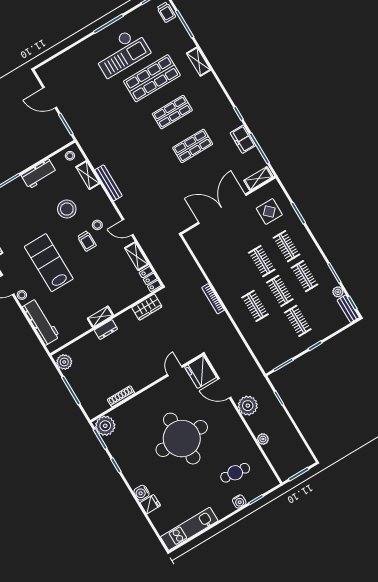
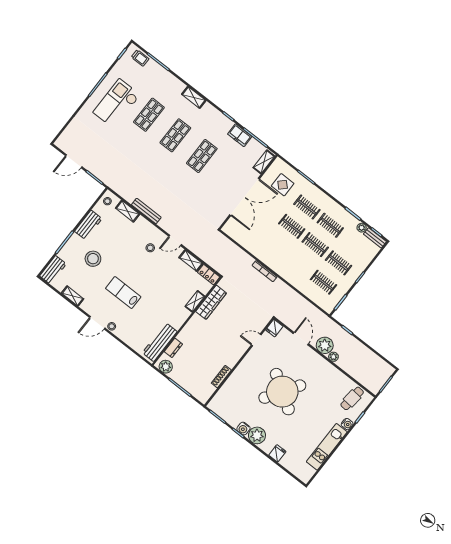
checkout: (121, 52) -> (117, 104), turned 180
shelving: (199, 62) -> (194, 97), moved
shop shelf: (152, 78) -> (149, 115), width x0.70, depth x0.74
stool: (67, 209) -> (93, 259), moved
double door: (222, 209) -> (244, 197), swing flipped
trolley: (87, 241) -> (147, 264), removed
lab bench: (49, 263) -> (123, 293), width x0.73, depth x0.72
clothes rail: (255, 306) -> (323, 282), moved
wardrobe: (147, 307) -> (211, 302), width x1.50
shelving: (100, 317) -> (195, 301), moved
workbench: (41, 322) -> (160, 342), moved, turned -90
dresser: (106, 330) -> (173, 348), moved
door: (175, 371) -> (256, 340), hinge flipped
fridge: (200, 372) -> (274, 328), width x0.53, depth x0.75
door: (224, 388) -> (301, 339), swing flipped
plant: (105, 426) -> (257, 435), moved
round table: (182, 439) -> (282, 392), turned 33
plant: (263, 439) -> (333, 357), moved
cafe table: (235, 473) -> (352, 398), moved
water cooler: (141, 493) -> (243, 429), moved
kitchen unit: (189, 529) -> (327, 447), moved

